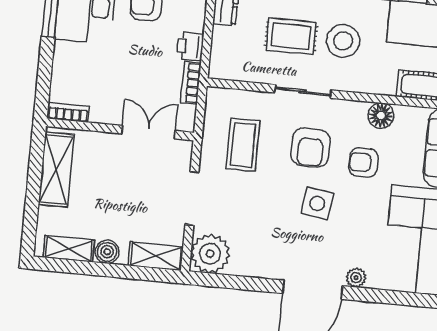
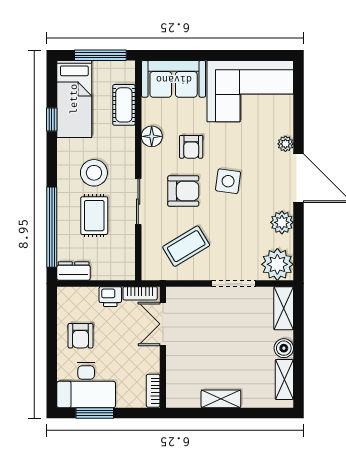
bookcase: (68, 112) -> (153, 391), moved
wall: (120, 129) -> (163, 347), moved
double door: (148, 132) -> (163, 324), moved
coffee table: (243, 145) -> (186, 246), turned -31
shelving: (56, 169) -> (221, 399), width x0.67, depth x0.75
plant: (261, 264) -> (282, 222), added

